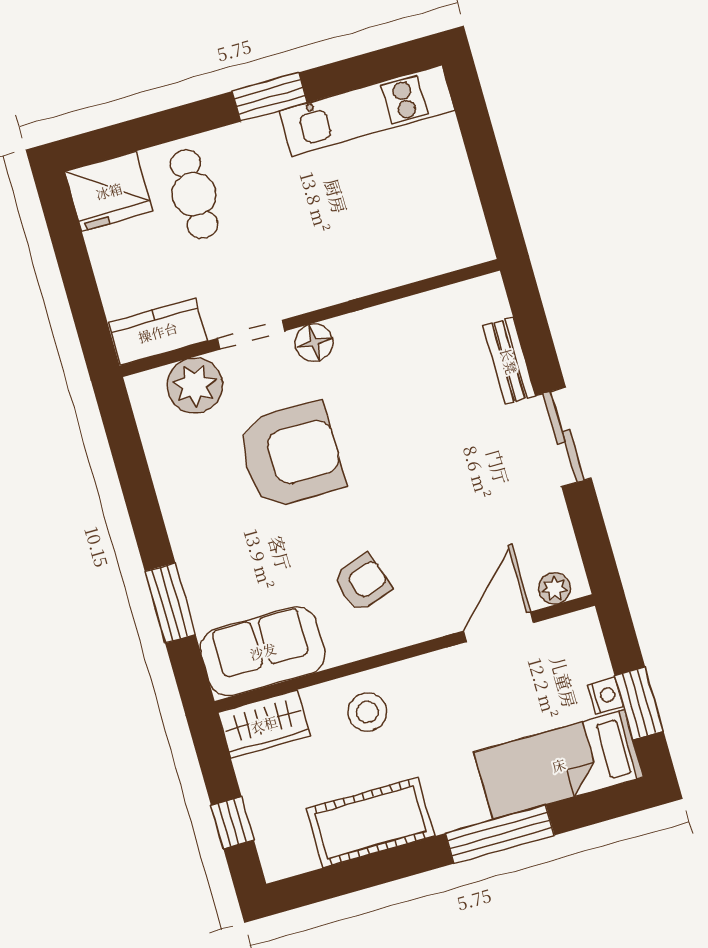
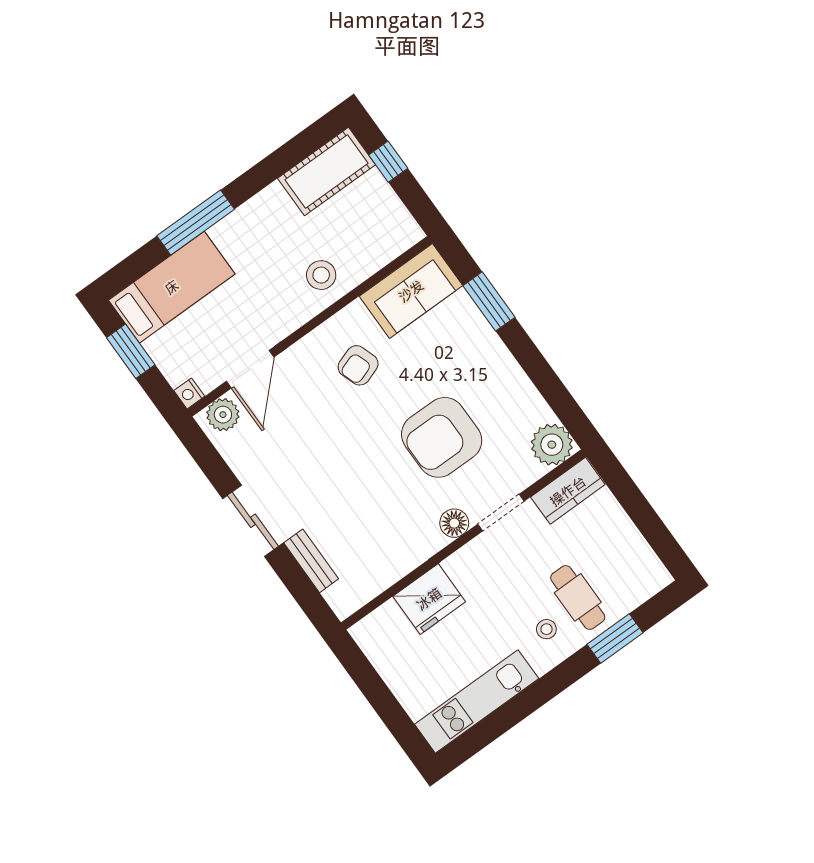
window: (270, 97) -> (615, 639), moved
stool: (247, 169) -> (546, 629), added
fridge: (109, 191) -> (429, 599), moved, turned 180
plant: (195, 385) -> (552, 445), moved
plant: (555, 588) -> (223, 415), width x1.38, depth x1.38
nightstand: (605, 696) -> (189, 393), moved
wardrobe: (264, 724) -> (391, 240), removed
cot: (370, 822) -> (327, 171), moved

